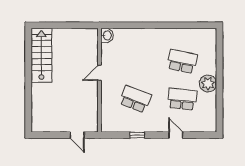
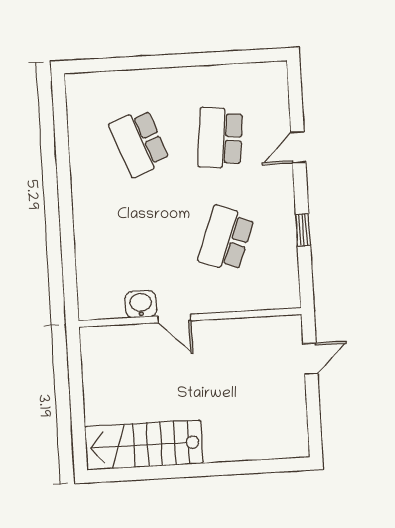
washbasin: (107, 35) -> (141, 304), moved
school desk: (182, 61) -> (139, 143), turned -33
plant: (208, 84) -> (184, 85), removed

